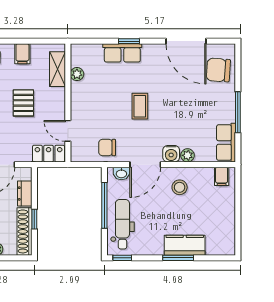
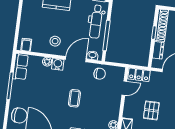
door: (68, 131) -> (124, 88), hinge flipped

